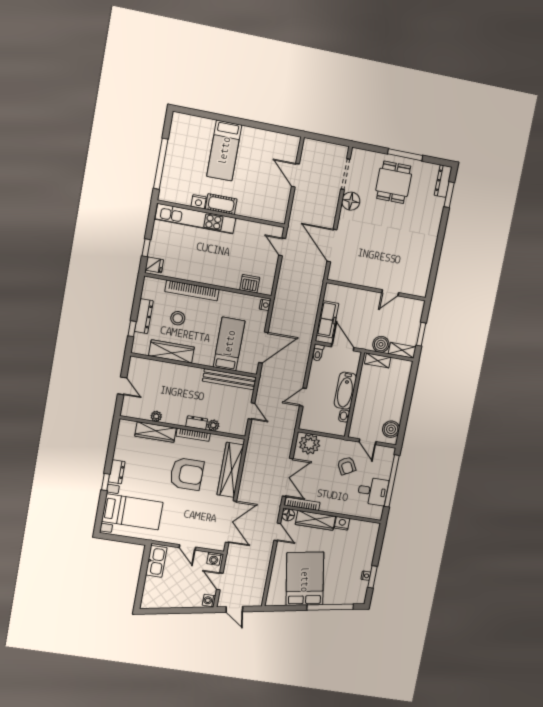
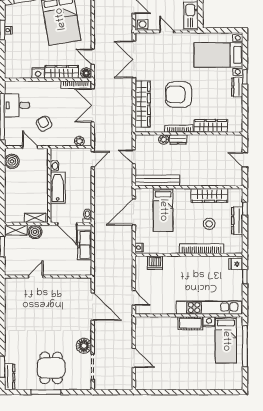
bed: (224, 151) -> (226, 340), moved, turned 180
door: (303, 397) -> (93, 159), moved
plant: (156, 416) -> (213, 139), removed
plant: (310, 444) -> (79, 141), width x0.53, depth x0.53

